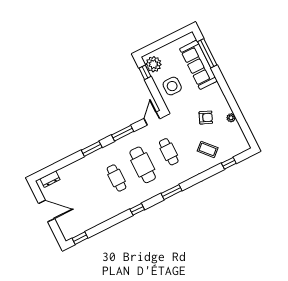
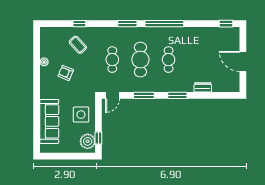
window: (207, 53) -> (37, 128), removed
window: (229, 163) -> (79, 24), moved
dresser: (50, 179) -> (203, 87), moved
window: (137, 209) -> (164, 24), width x3.17

